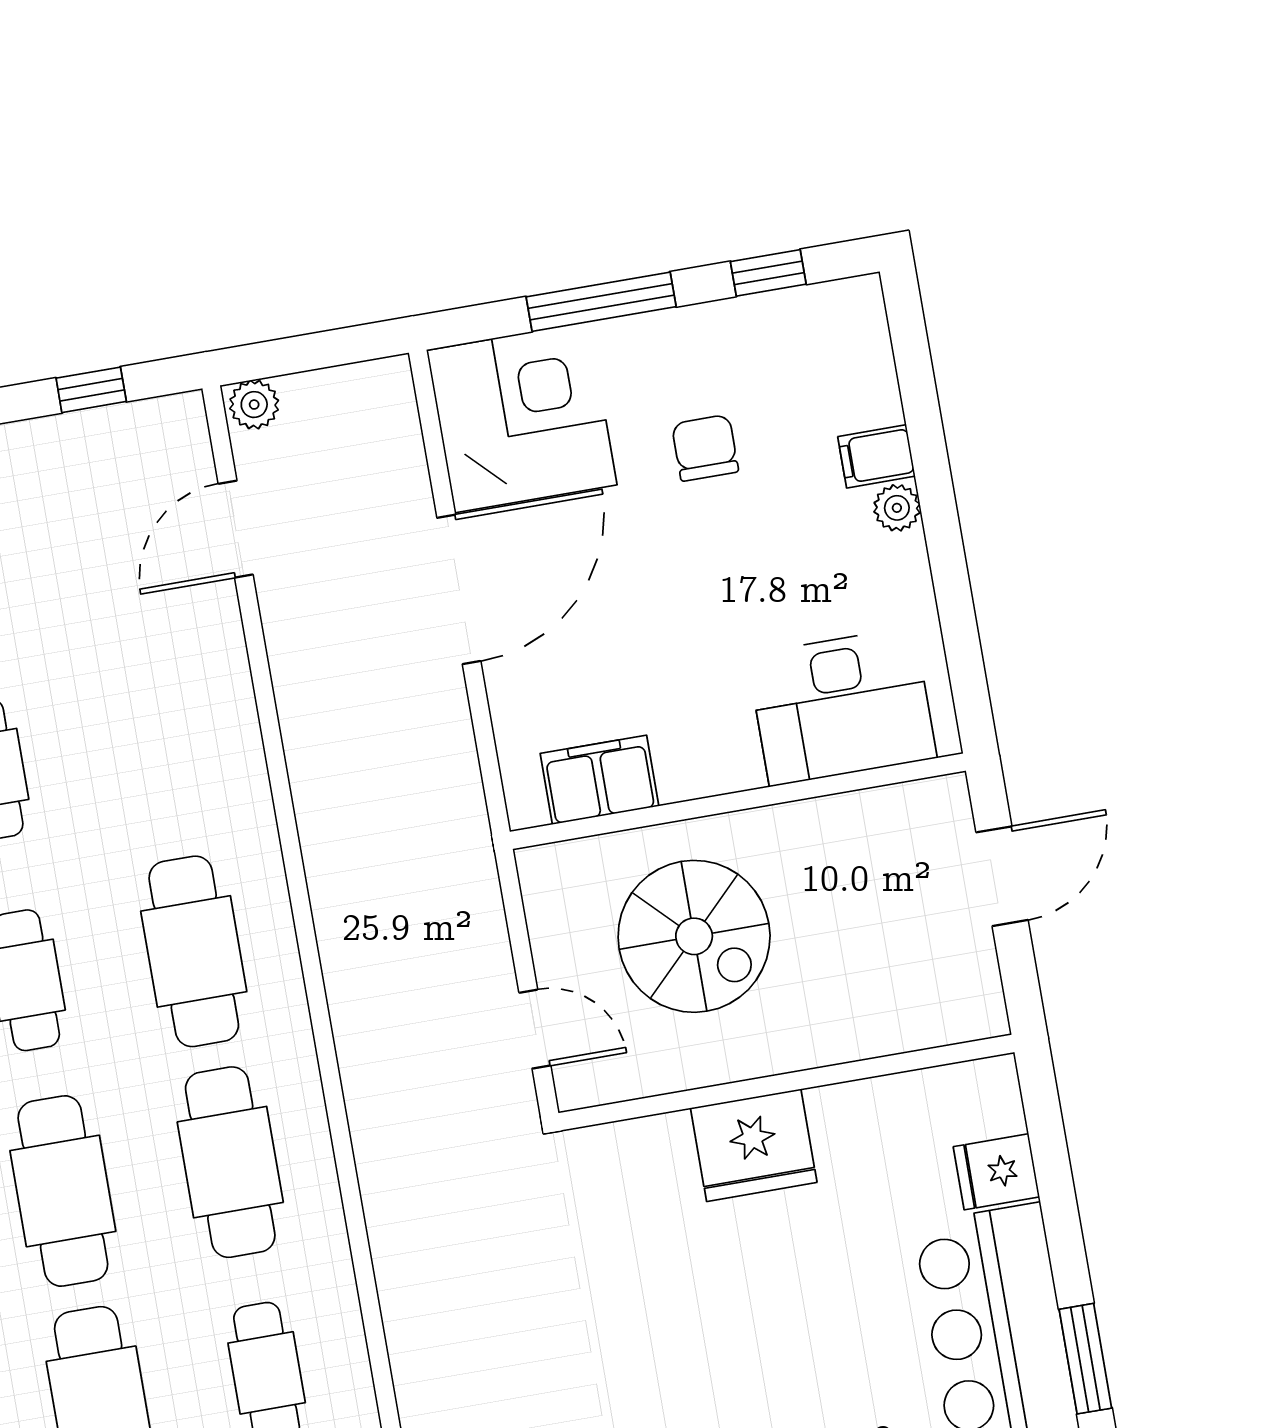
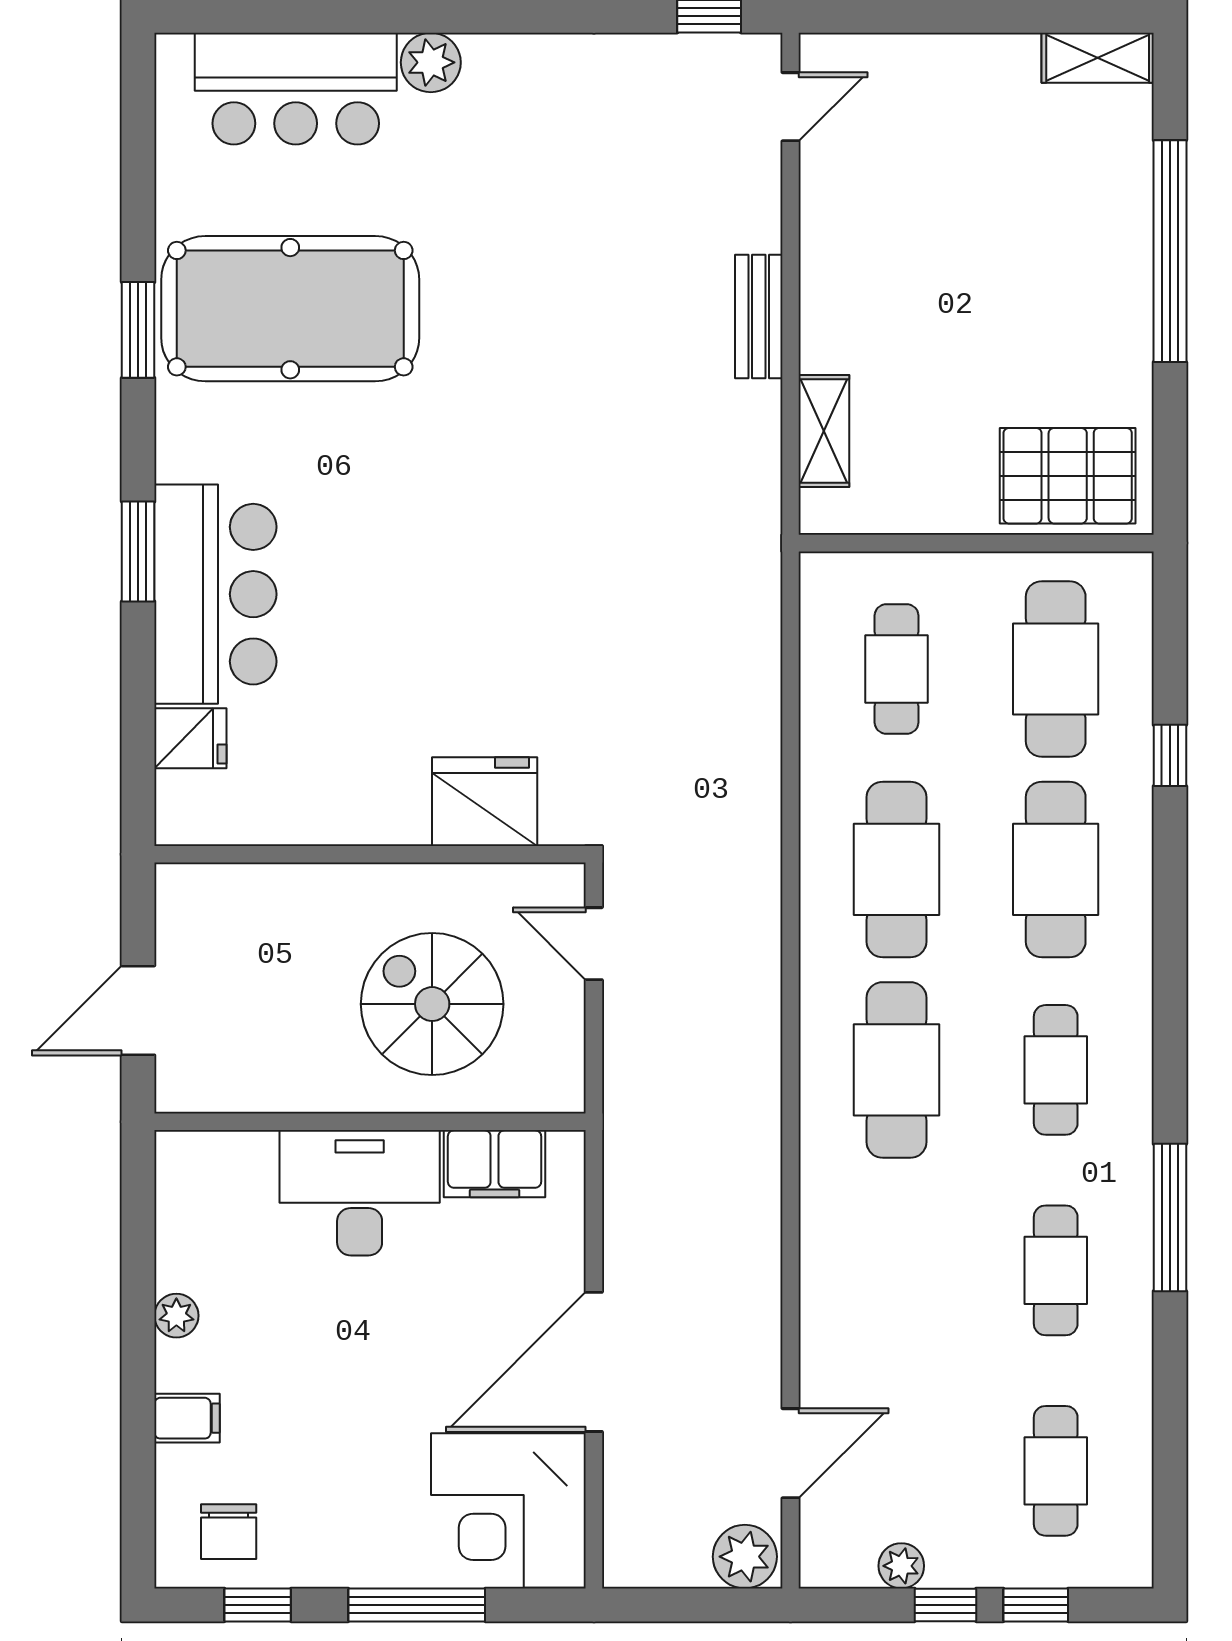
window: (91, 390) -> (945, 1605), moved
plant: (254, 405) -> (745, 1557), width x1.38, depth x1.38
plant: (99, 431) -> (901, 1566), added
chair: (705, 448) -> (229, 1532), moved
plant: (897, 508) -> (176, 1316), moved
desk: (842, 706) -> (360, 1193), moved
fridge: (754, 1145) -> (485, 802), moved

